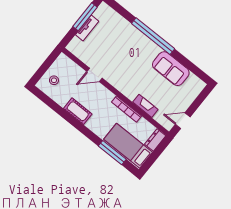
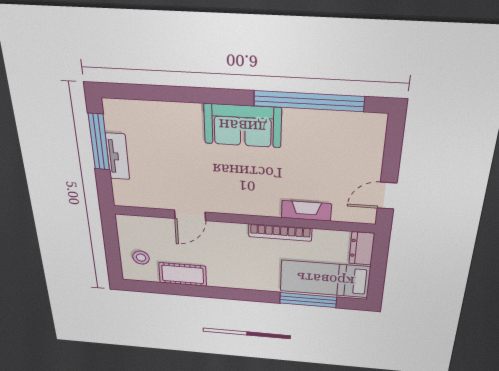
window: (153, 36) -> (309, 101), moved
sofa: (171, 69) -> (243, 126), moved
cot: (78, 111) -> (183, 274), moved

